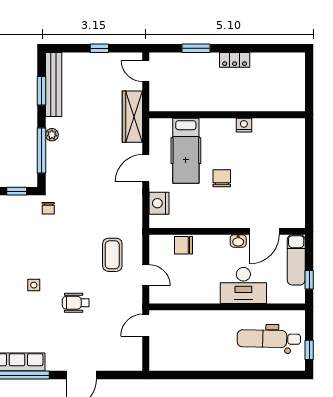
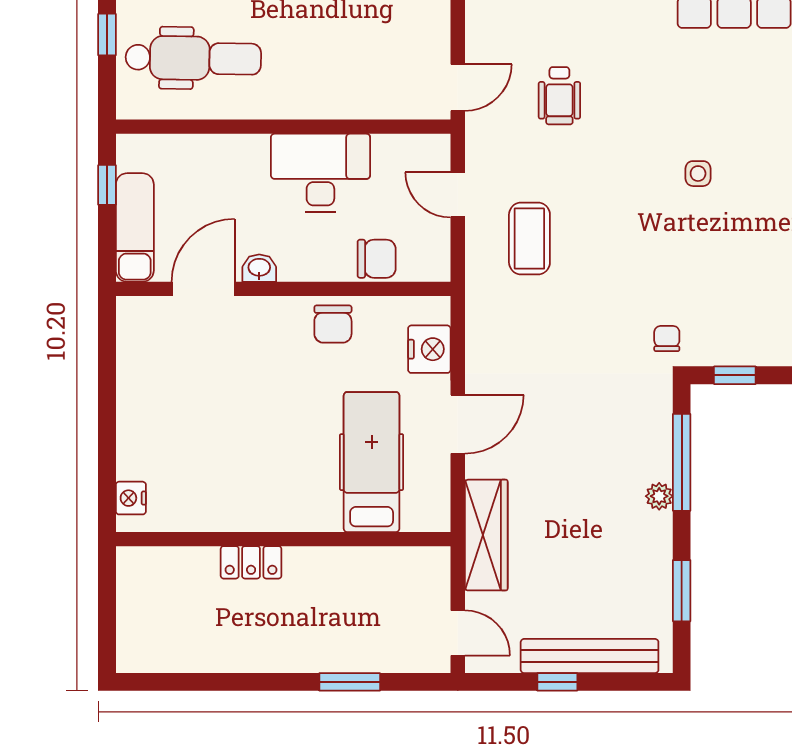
locker: (235, 60) -> (251, 562), moved, turned 180
bench: (54, 84) -> (590, 656), moved, turned 90
nightstand: (244, 125) -> (131, 498), moved, turned 90
chair: (222, 178) -> (333, 324), moved
desk: (243, 285) -> (320, 173), moved
wheelchair: (76, 303) -> (559, 96), moved, turned 90

